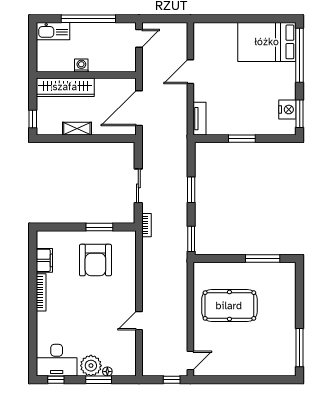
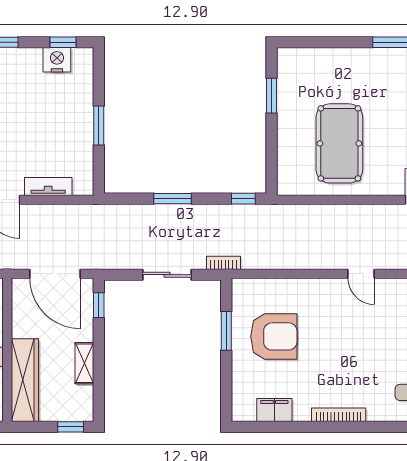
window: (300, 114) -> (63, 42), width x0.67
tv unit: (200, 119) -> (48, 187), moved
window: (117, 139) -> (99, 305), added
window: (191, 239) -> (243, 199), width x0.67
window: (263, 258) -> (272, 96), width x0.69
bookcase: (41, 292) -> (339, 415), moved

